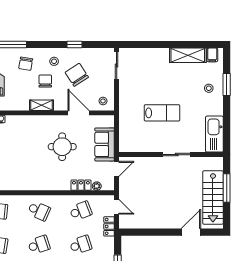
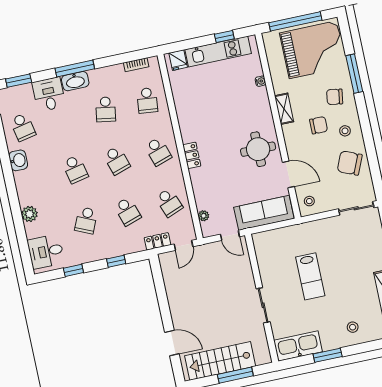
window: (74, 44) -> (371, 151), removed
chair: (77, 75) -> (350, 163), moved, turned -124
window: (227, 85) -> (328, 355), moved
shelving: (42, 105) -> (284, 109), moved
door: (79, 113) -> (288, 174), hinge flipped
sofa: (105, 144) -> (264, 213), width x1.36
round table: (62, 147) -> (258, 149), moved
locker: (81, 185) -> (192, 155), moved
school desk: (39, 211) -> (158, 151), turned -42

